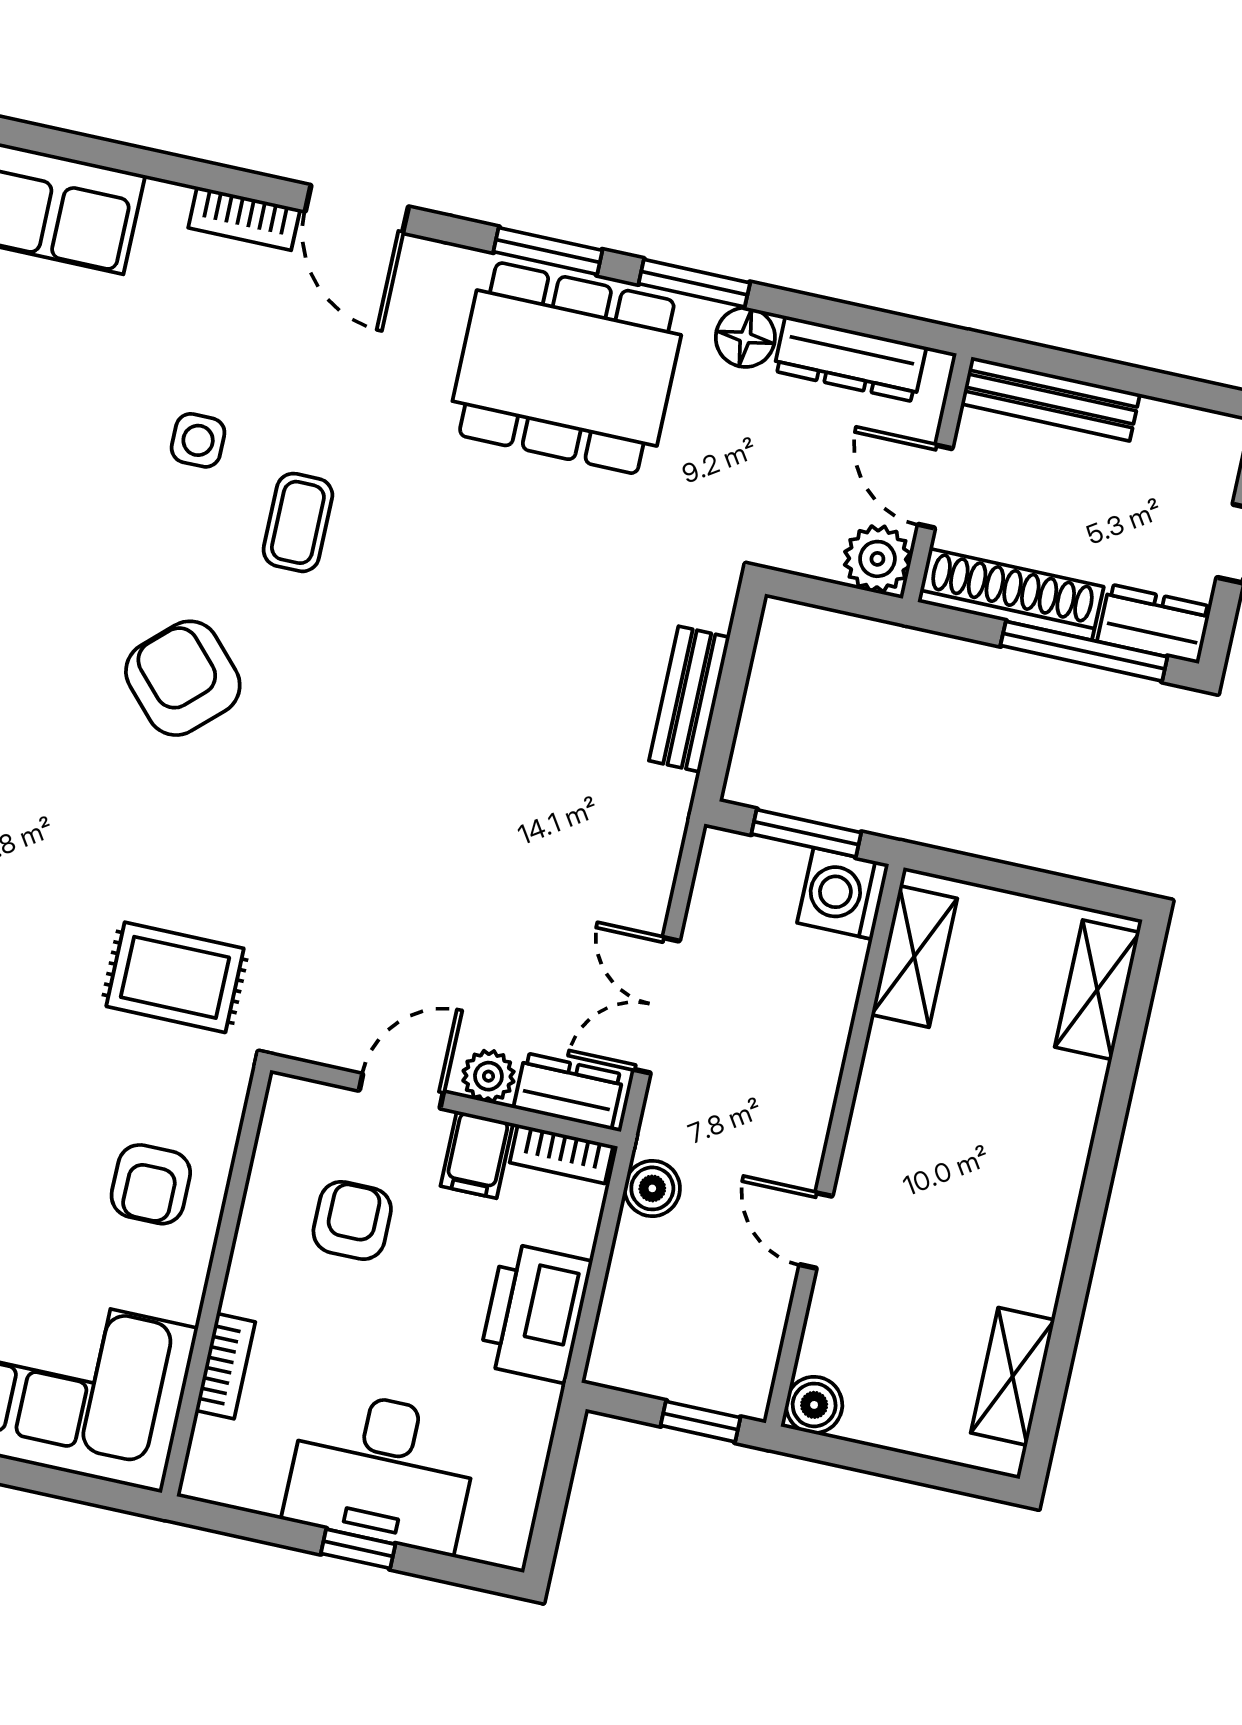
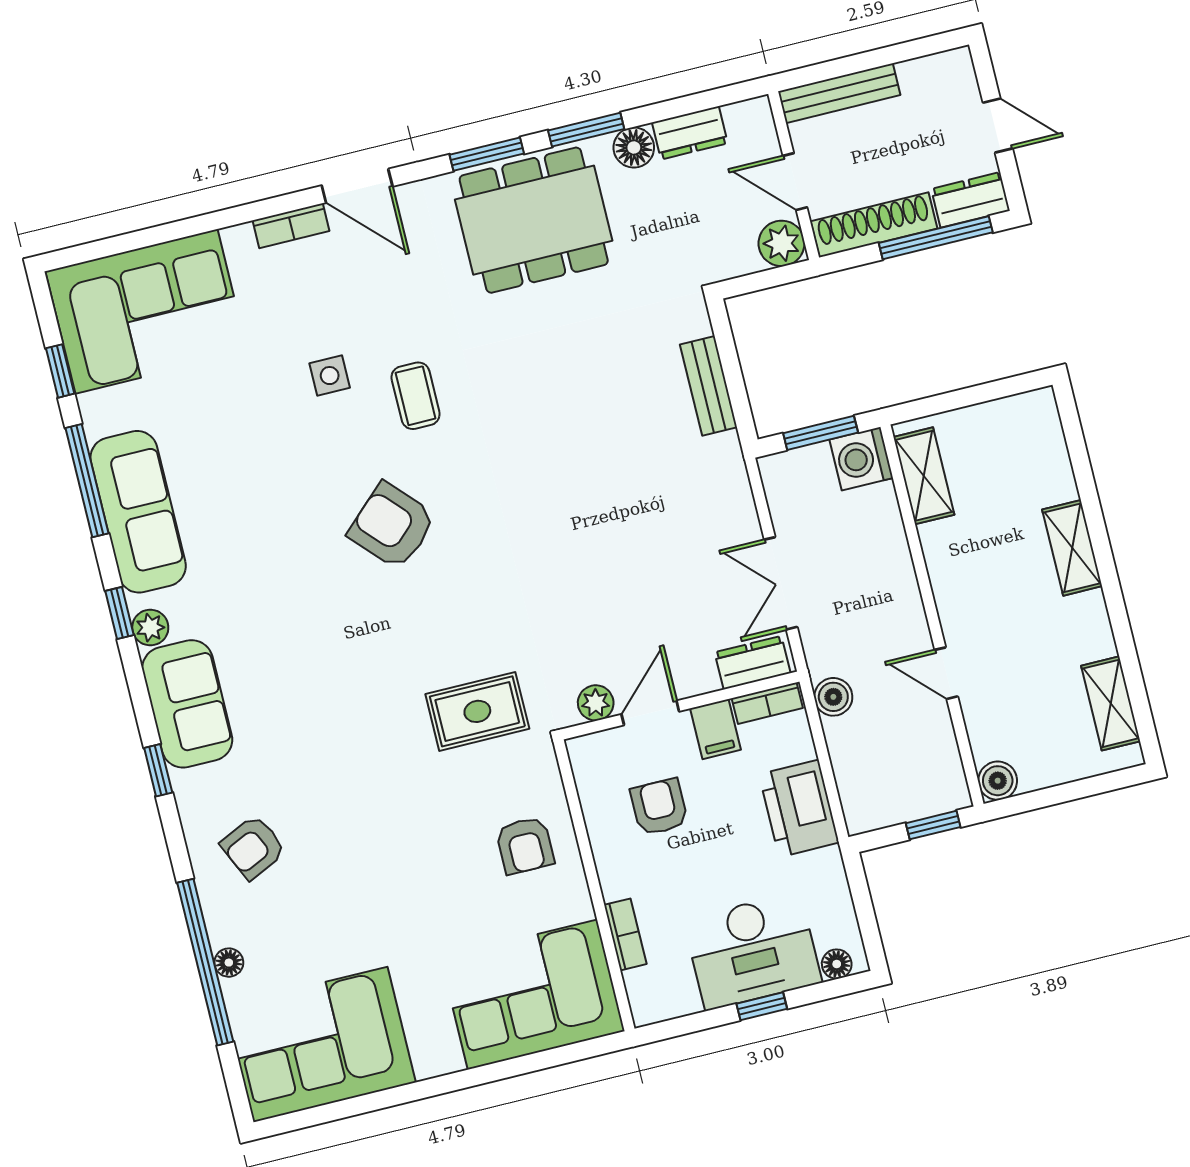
dresser: (850, 359) -> (690, 133), width x0.70
shelving: (1097, 990) -> (1072, 548), moved
plant: (488, 1076) -> (596, 703), moved
floor lamp: (484, 1542) -> (837, 964), added

